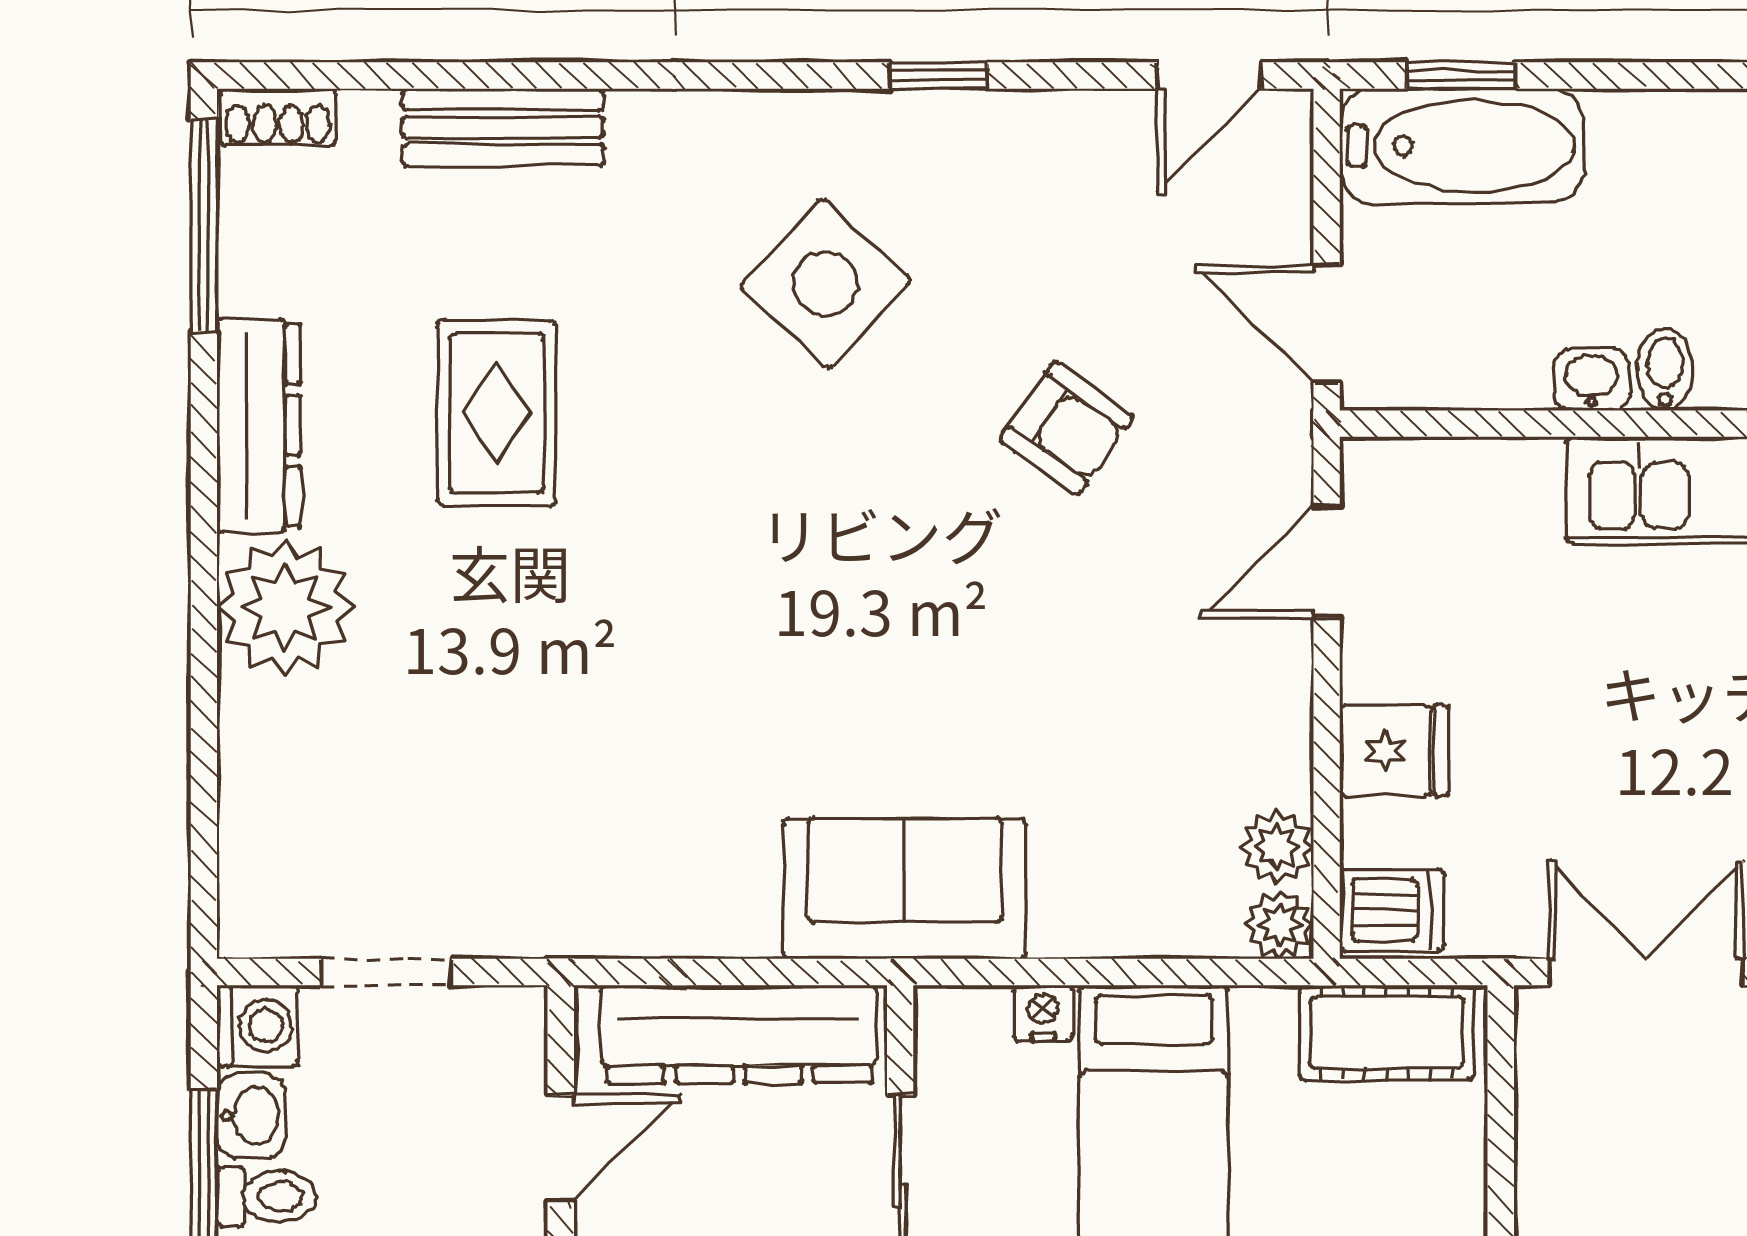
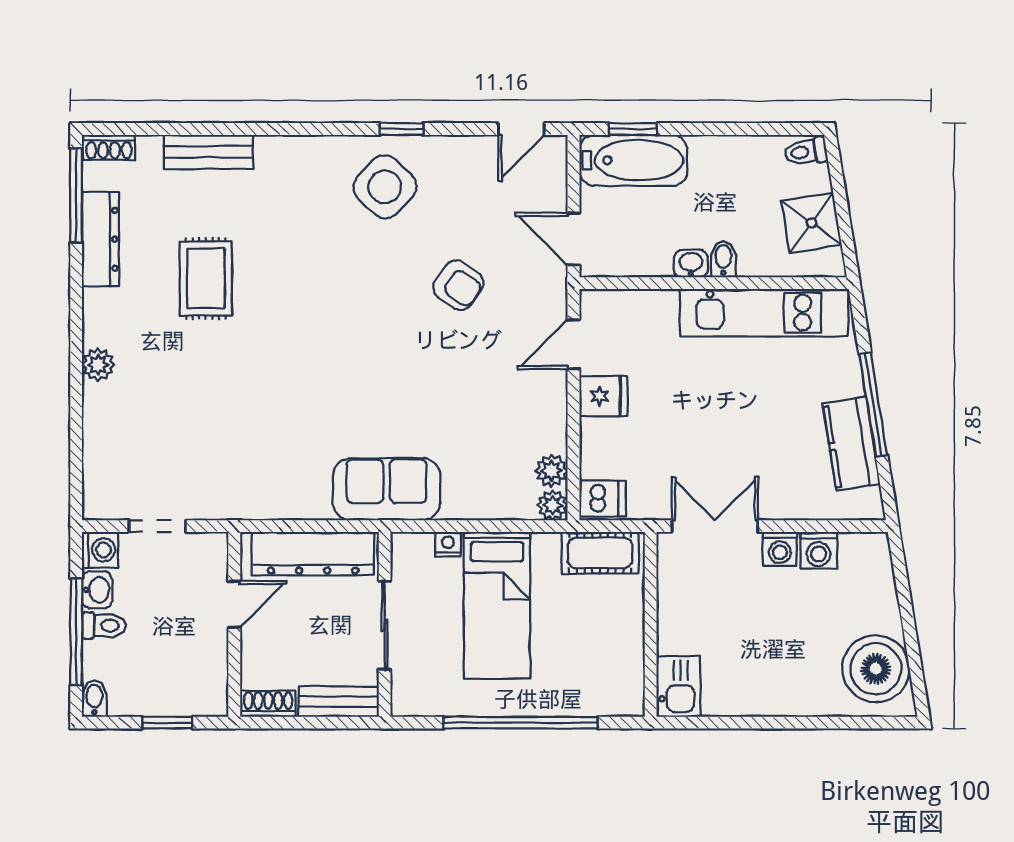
side table: (825, 283) -> (385, 187), moved
dresser: (259, 425) -> (100, 239), moved
plant: (285, 607) -> (98, 365), width x0.53, depth x0.53
fridge: (1394, 751) -> (603, 396), moved

